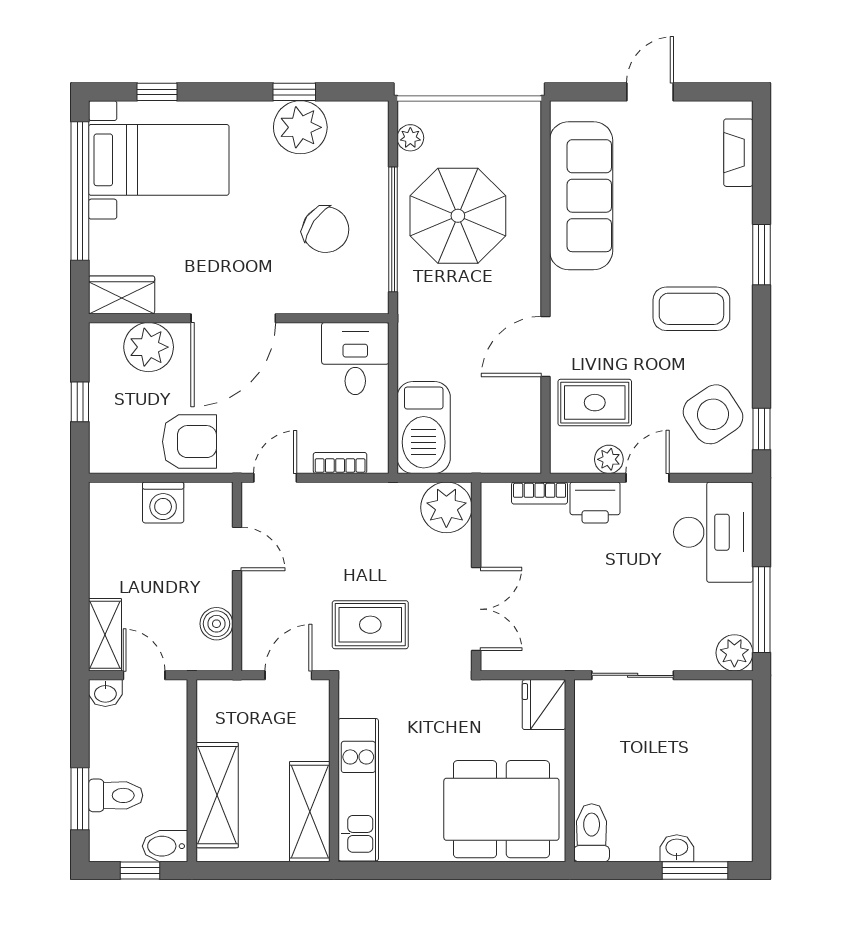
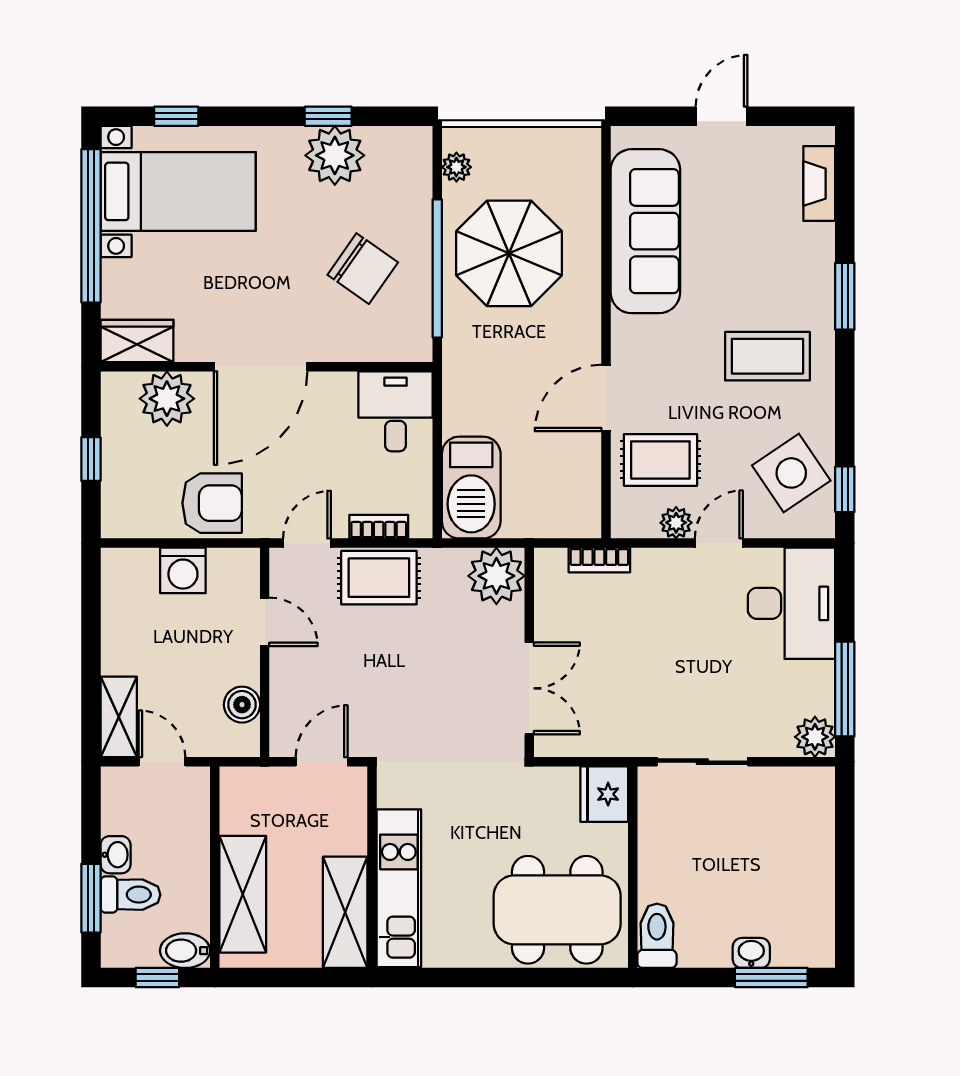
printer: (595, 502) -> (661, 570), removed
rug: (370, 625) -> (379, 578), moved
washbasin: (105, 693) -> (116, 855), moved, turned -90

